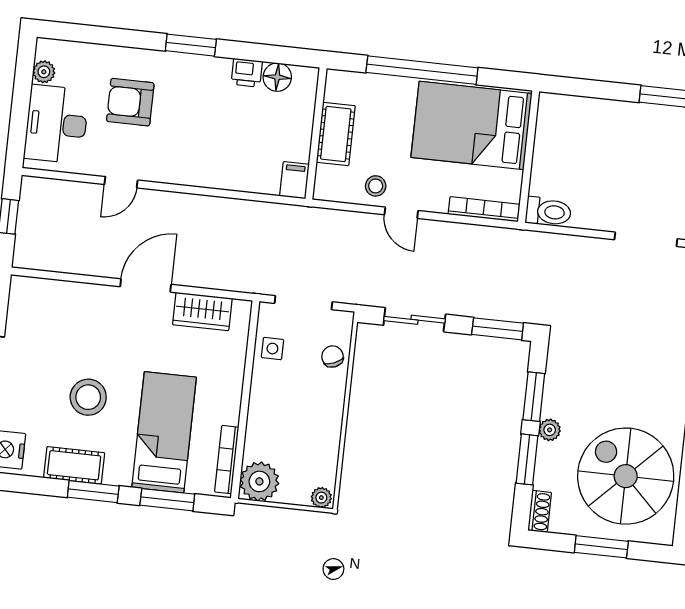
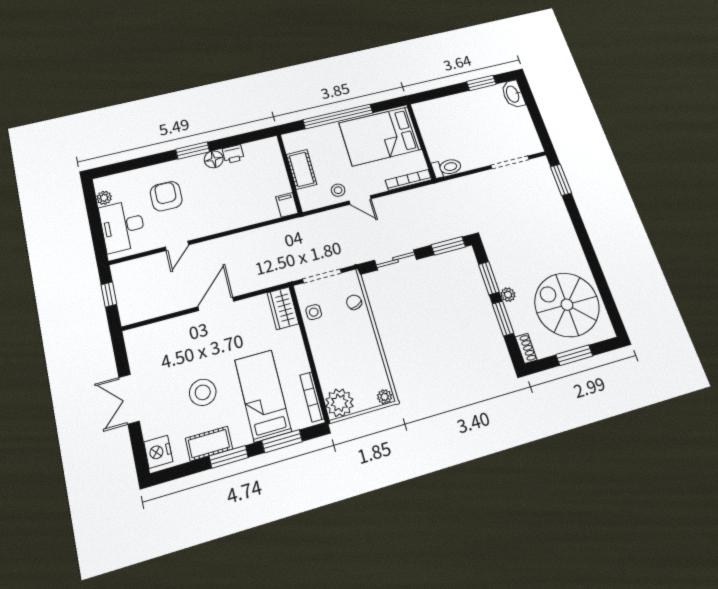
floor lamp: (277, 77) -> (214, 159), moved
armchair: (130, 102) -> (166, 196), turned 90
wardrobe: (202, 312) -> (283, 308), moved, turned 90

